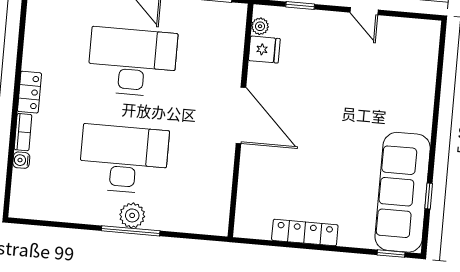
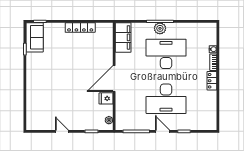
fridge: (264, 50) -> (106, 98), moved
door: (241, 115) -> (114, 79), hinge flipped
desk: (124, 159) -> (166, 54), turned 180
sofa: (403, 192) -> (35, 37), width x0.54, depth x0.79
filing cabinet: (214, 203) -> (123, 37), added

